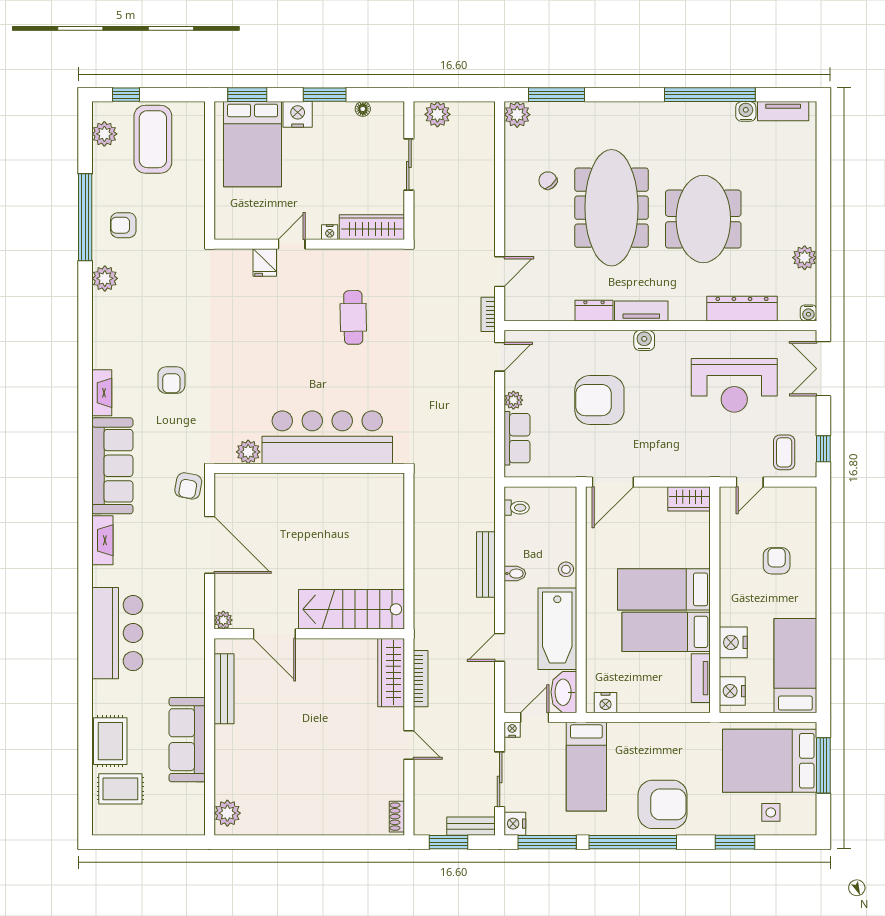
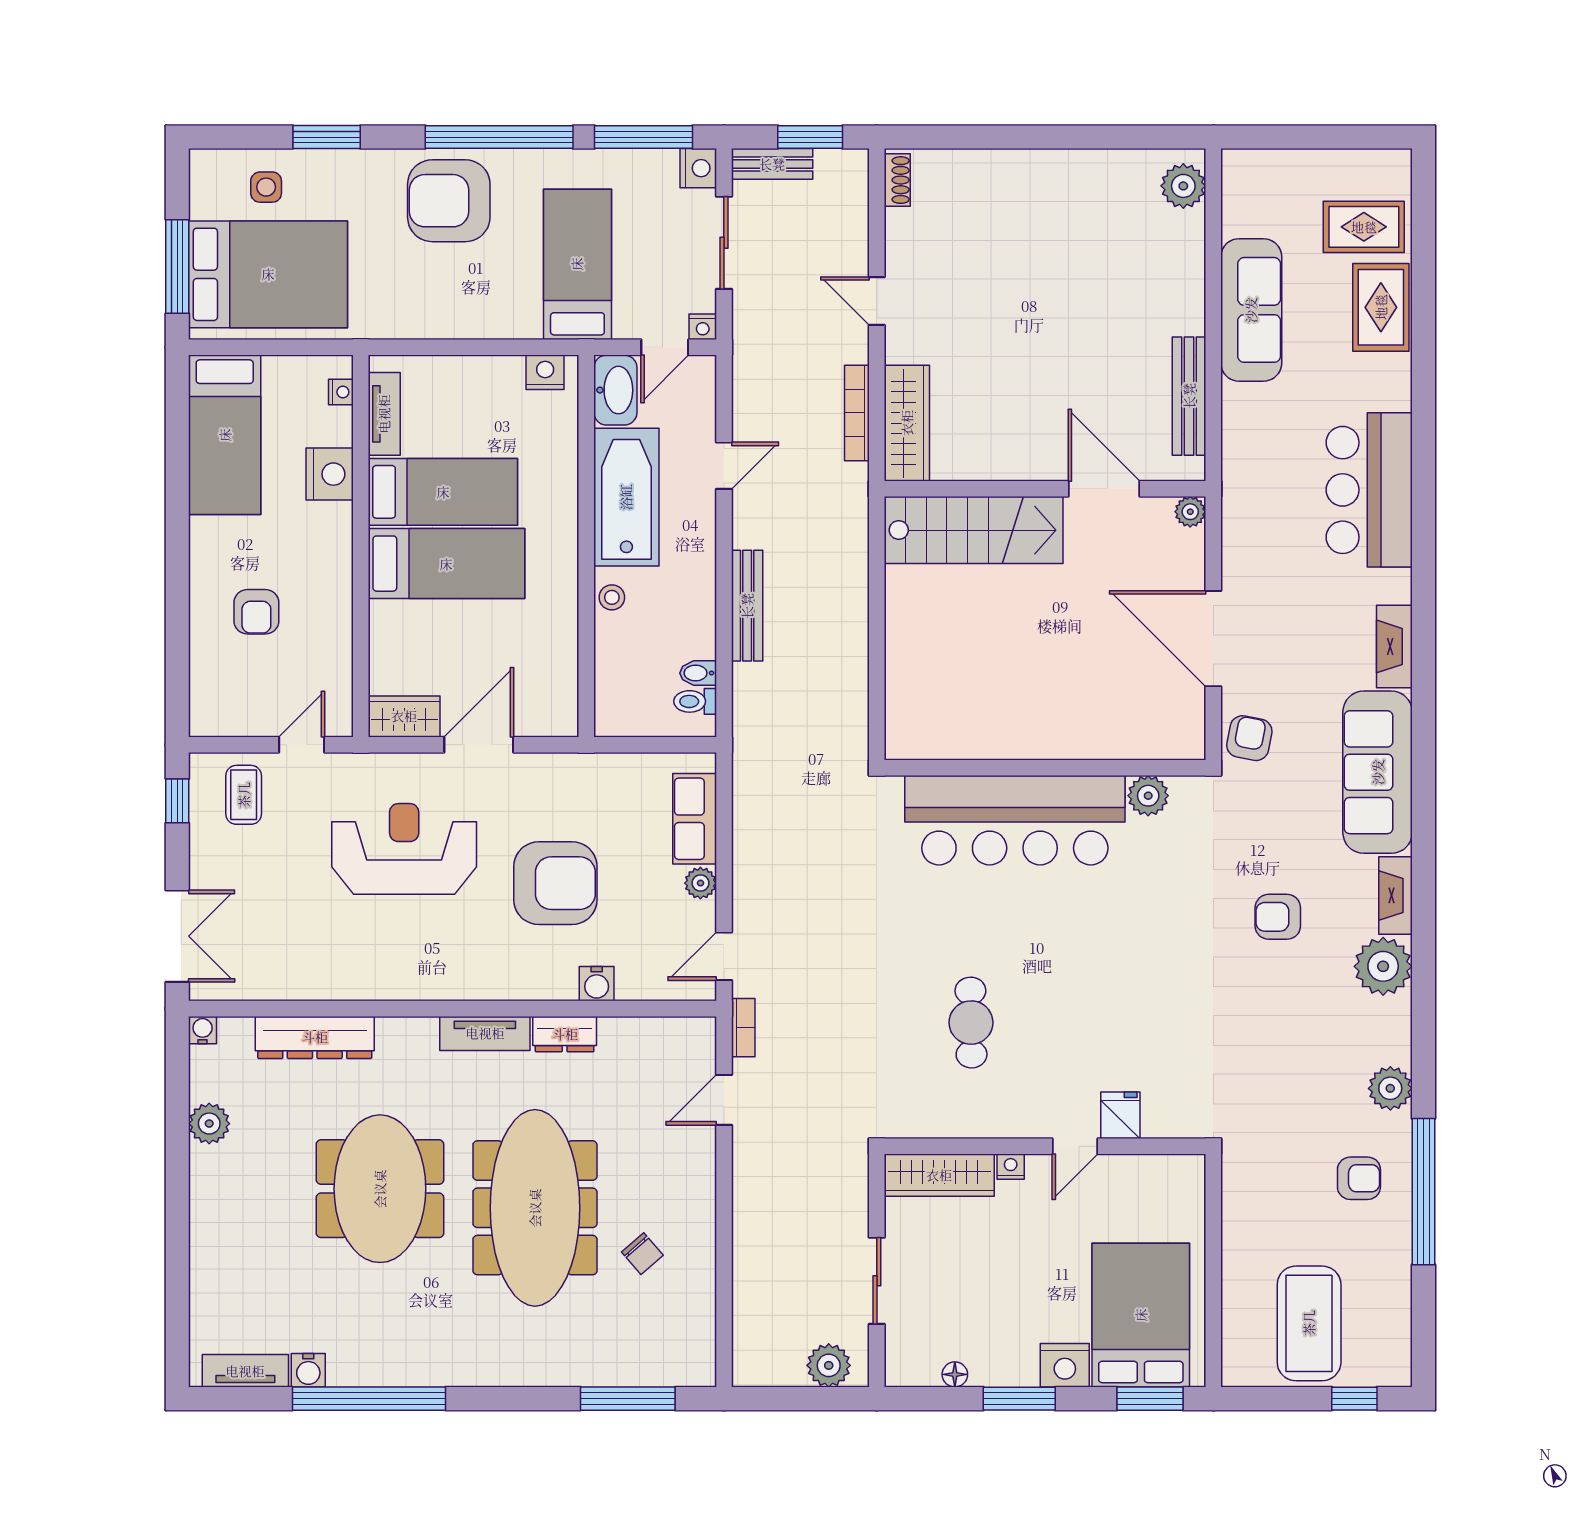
plant: (517, 115) -> (694, 1365), removed
plant: (104, 134) -> (1383, 966), moved, width x1.36, depth x1.36
water cooler: (644, 340) -> (597, 984), moved
armchair: (171, 380) -> (1278, 917), turned -90
reception desk: (734, 385) -> (404, 849), moved
door: (613, 482) -> (479, 745), moved
bidet: (515, 574) -> (698, 673), moved
nightstand: (732, 691) -> (341, 392), width x0.53, depth x0.56

